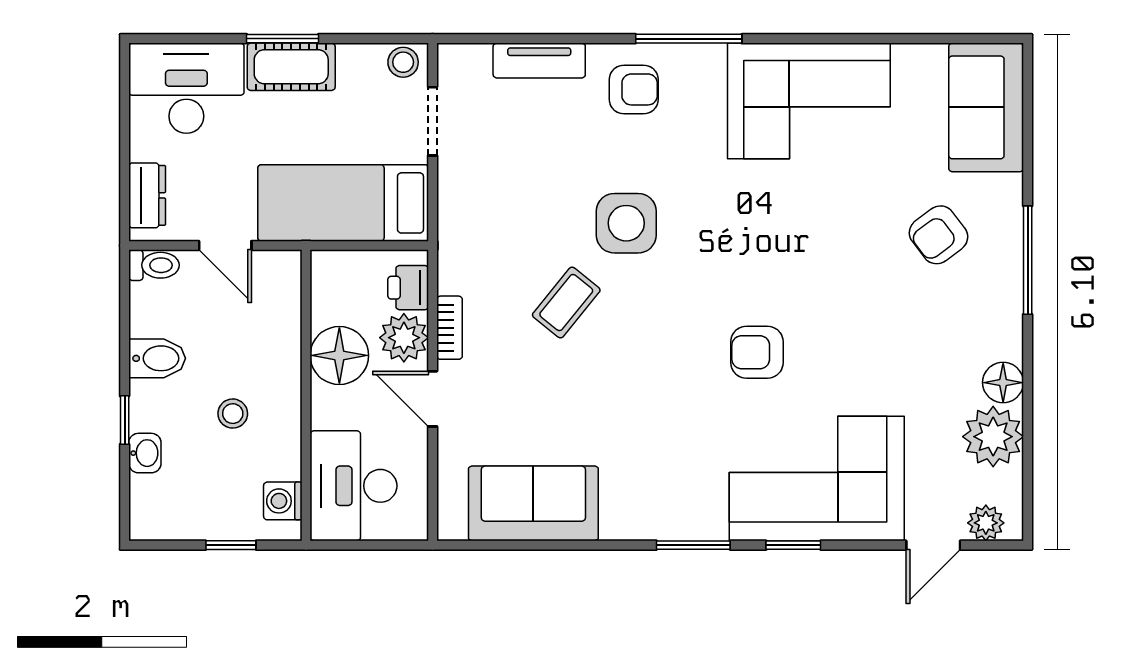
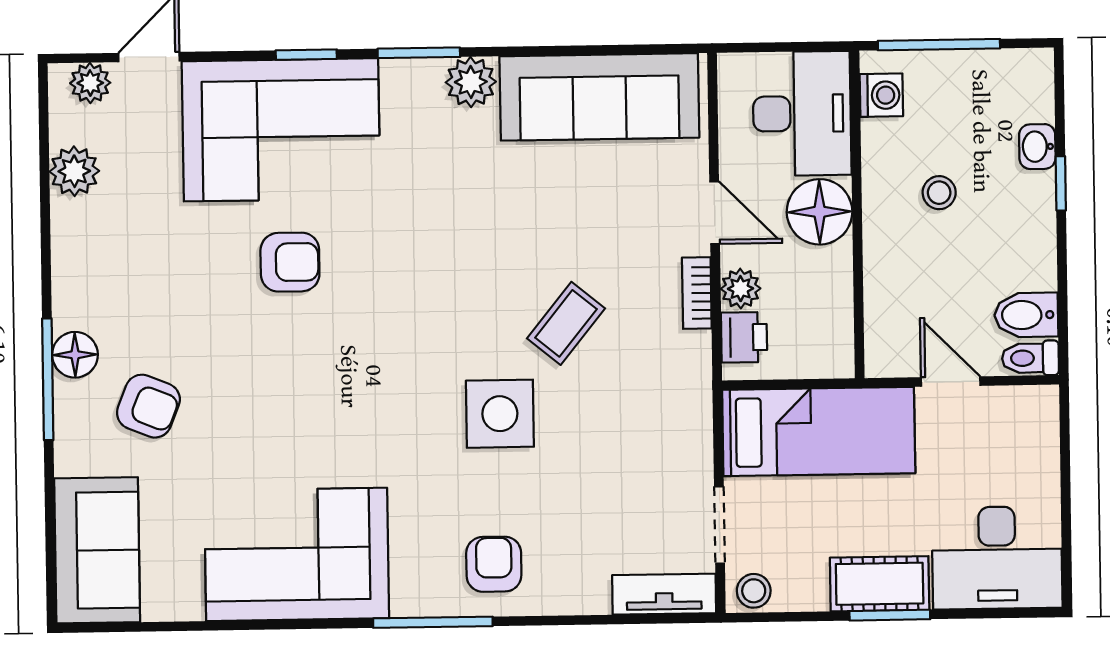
tv unit: (539, 61) -> (664, 594), moved
armchair: (634, 89) -> (494, 564), turned 90
dresser: (147, 195) -> (1039, 437), removed
armchair: (939, 235) -> (148, 406), turned 59
plant: (404, 338) -> (741, 289), width x0.73, depth x0.73
armchair: (757, 352) -> (290, 262), moved
floor lamp: (339, 355) -> (820, 212), moved
bidet: (157, 358) -> (1026, 315), moved
floor lamp: (1003, 383) -> (75, 355), moved
plant: (993, 437) -> (74, 171), width x0.73, depth x0.73
sofa: (533, 503) -> (599, 97), width x1.36
plant: (647, 518) -> (471, 82), added
window: (231, 545) -> (939, 45), width x2.17

